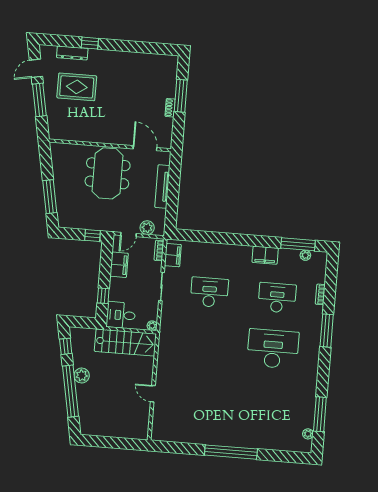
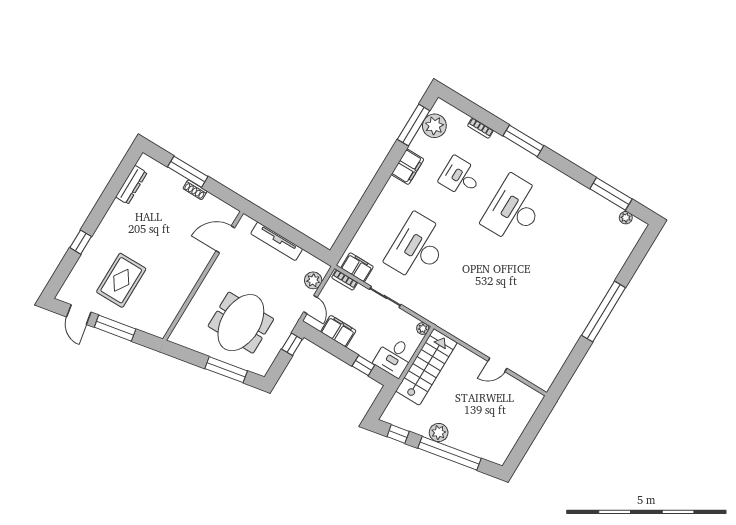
dresser: (72, 53) -> (131, 185), moved
meeting table: (108, 173) -> (241, 323), moved, turned 90
plant: (305, 255) -> (434, 126), width x1.87, depth x1.87
desk: (209, 292) -> (418, 248), width x1.36, depth x1.30
desk: (277, 298) -> (460, 177), width x0.73

